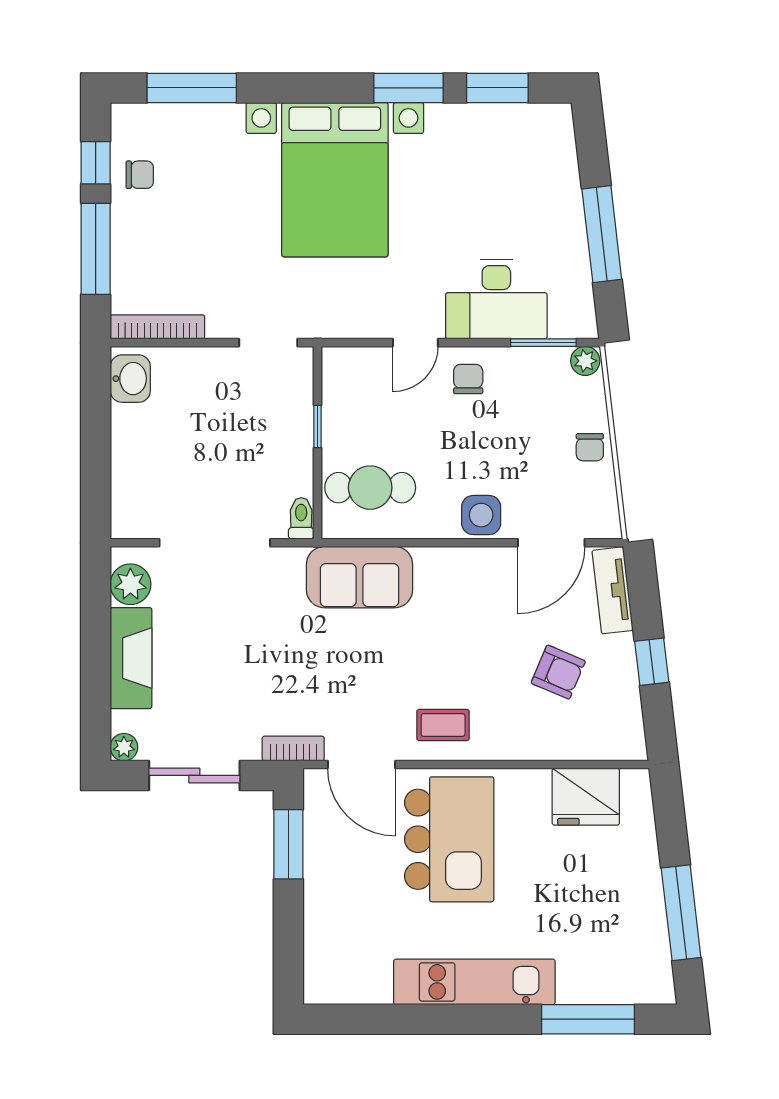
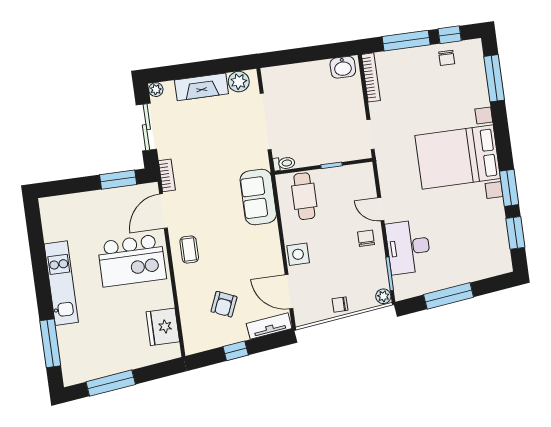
chair: (468, 379) -> (366, 238), turned -90

